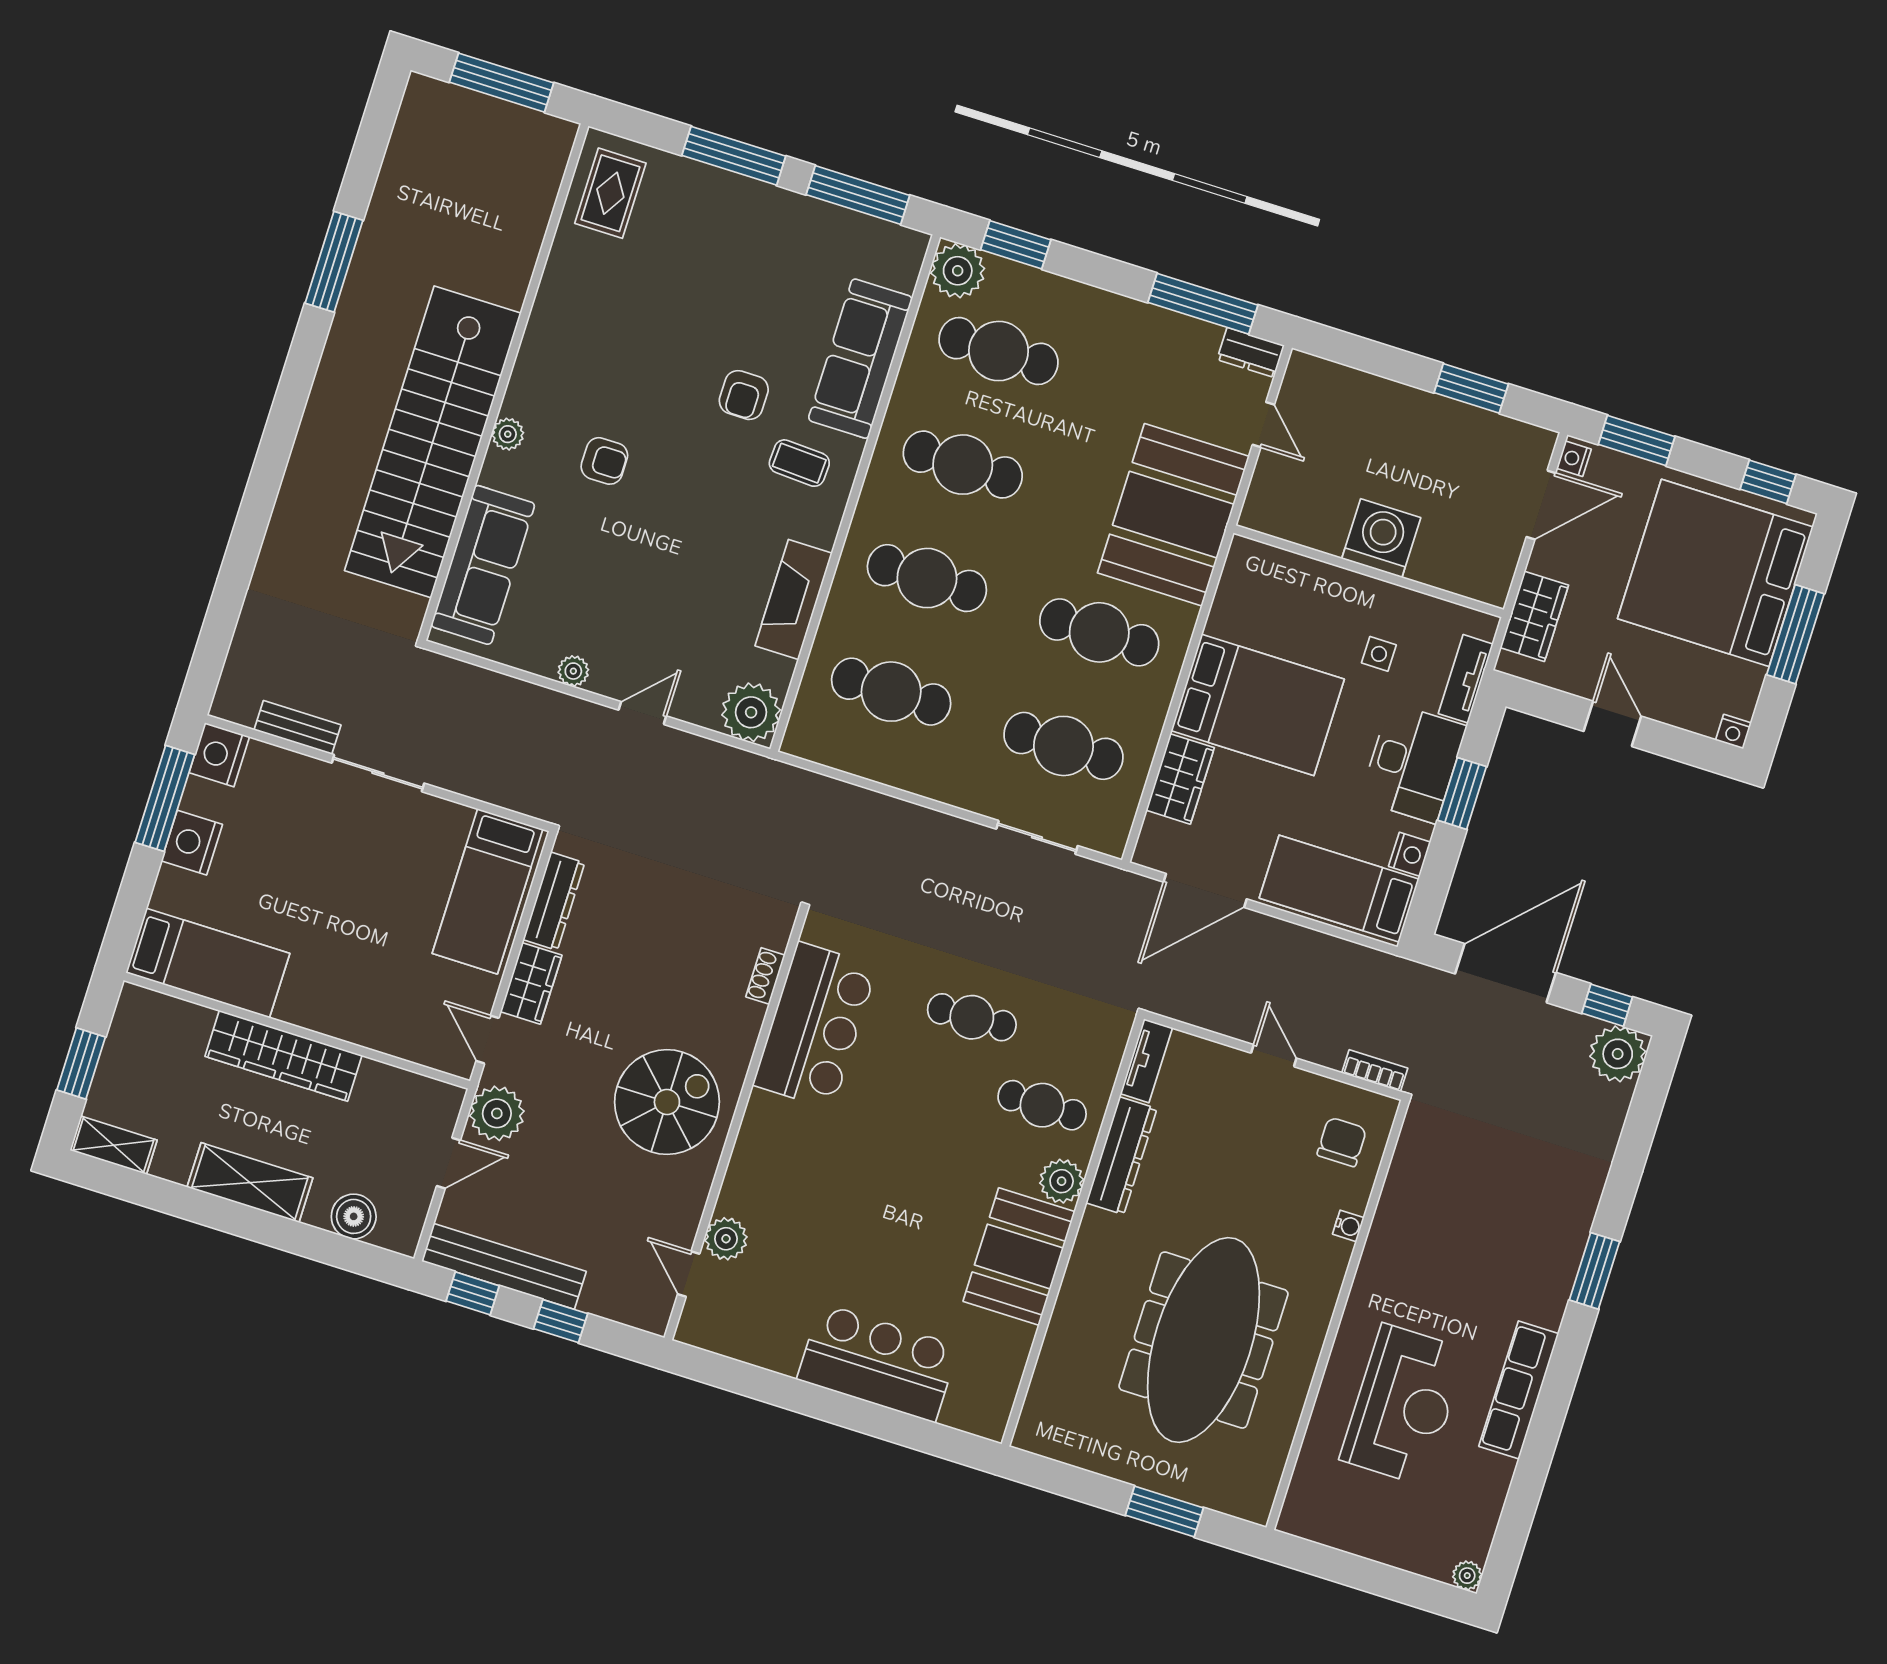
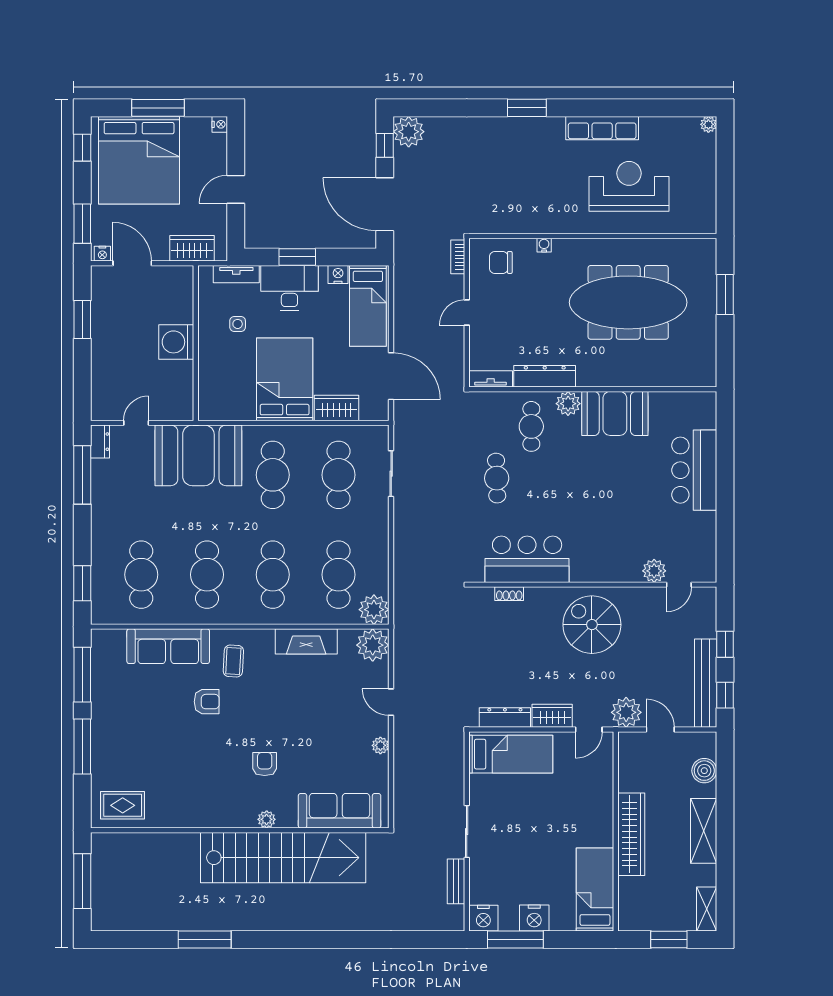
plant: (958, 271) -> (374, 610), moved

